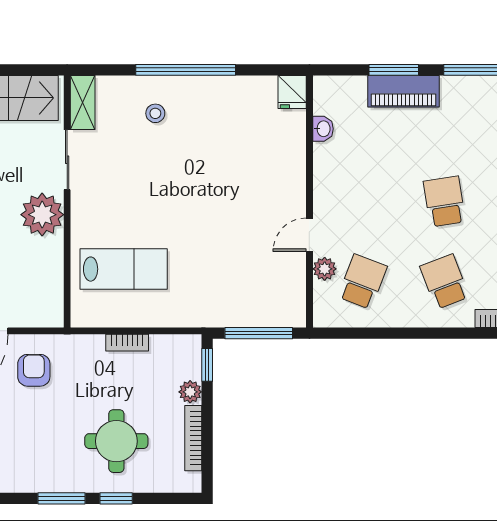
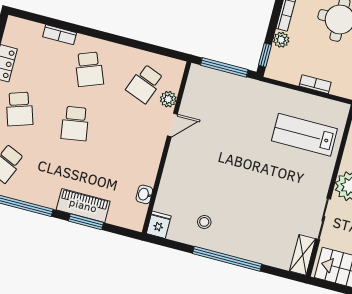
stool: (155, 113) -> (204, 222), moved

